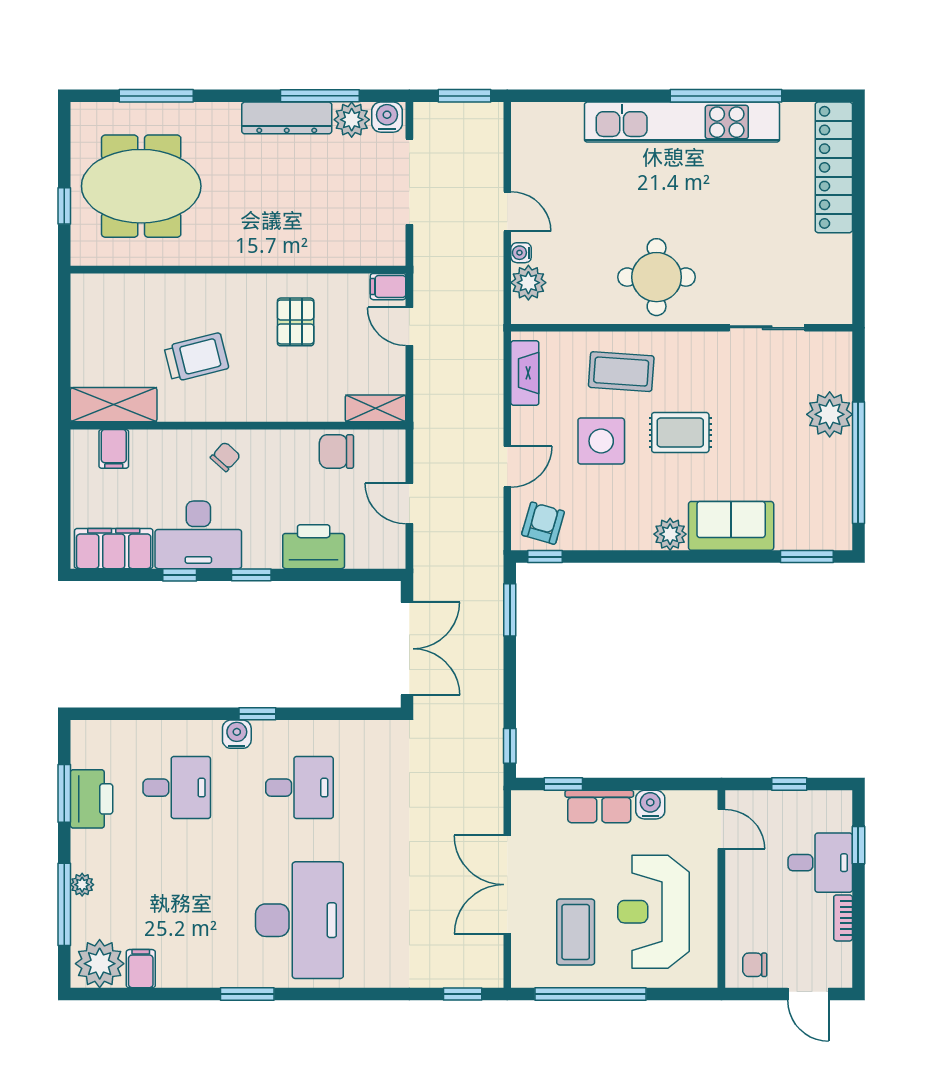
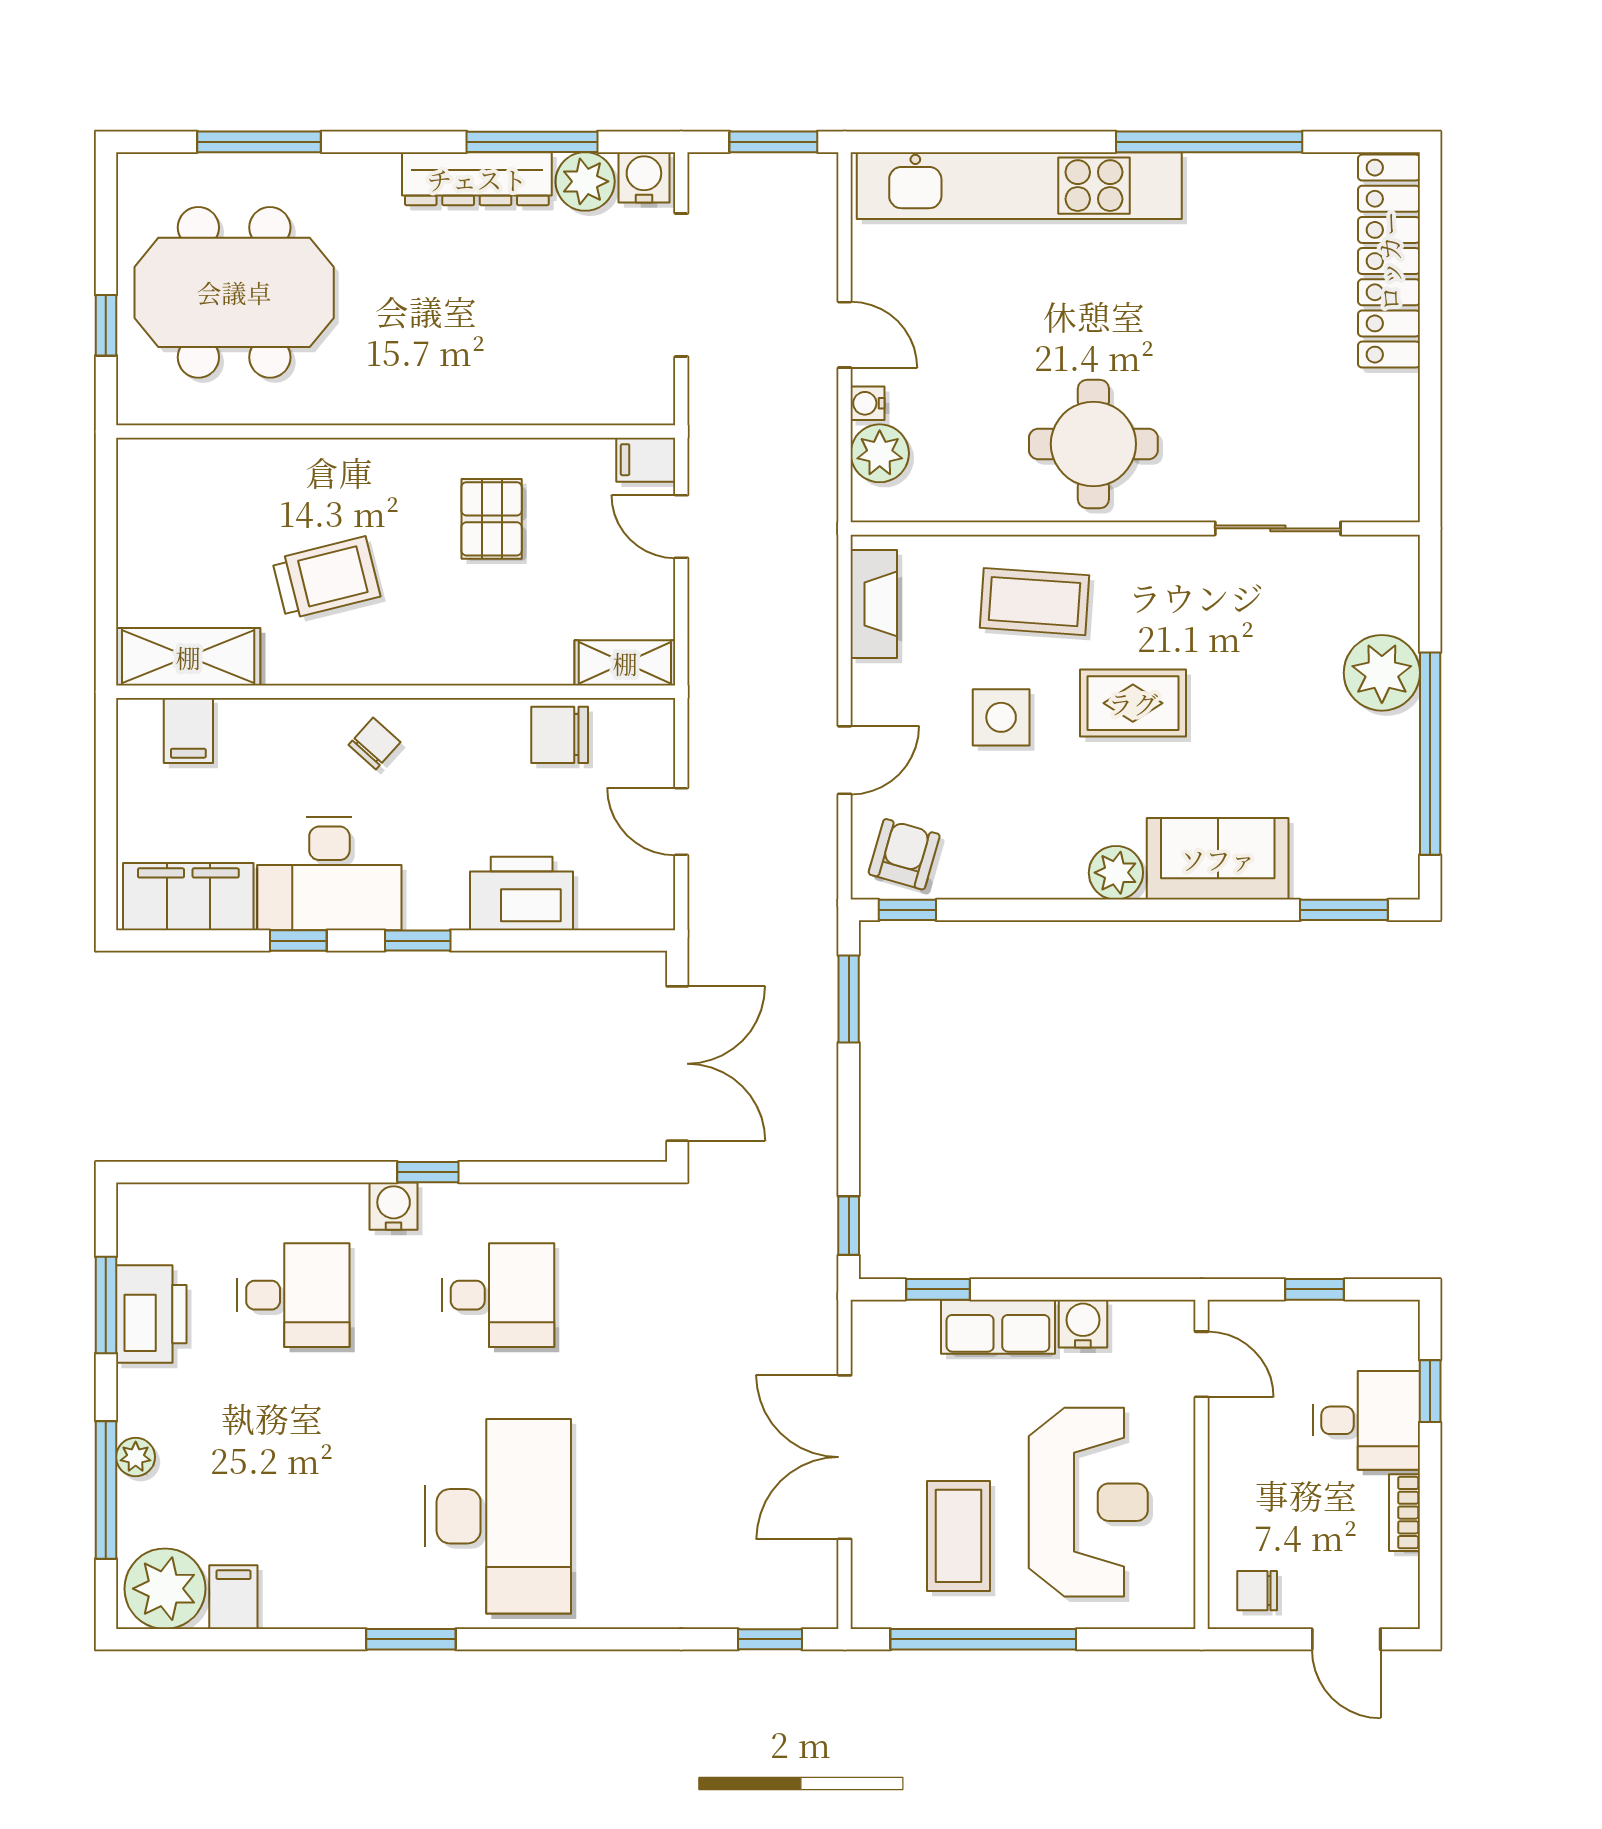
kitchen unit: (682, 122) -> (1019, 186), moved
side table: (601, 441) -> (1001, 717), width x0.73, depth x0.73
reception desk: (653, 912) -> (1088, 1502), turned 180

